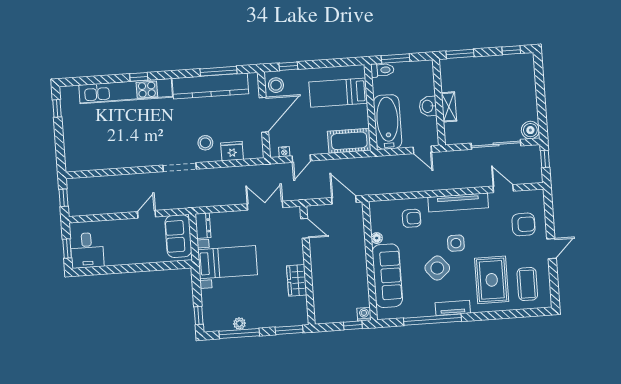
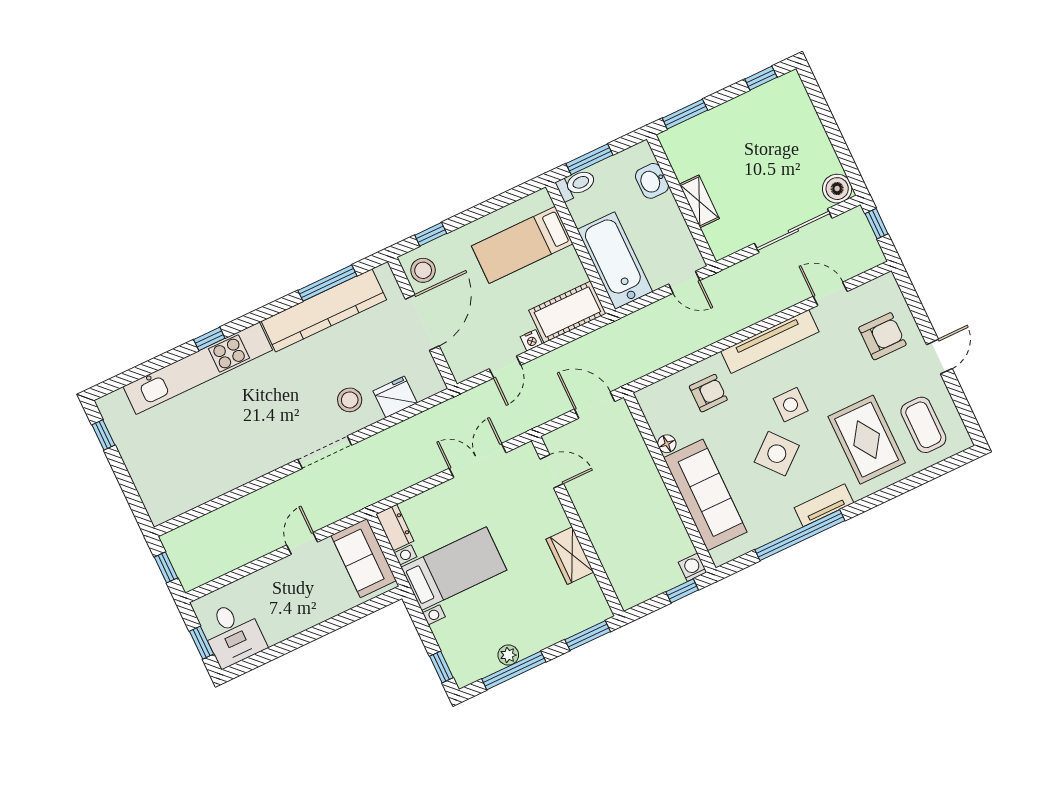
washbasin: (428, 106) -> (652, 181), moved
nightstand: (284, 152) -> (531, 340), moved

